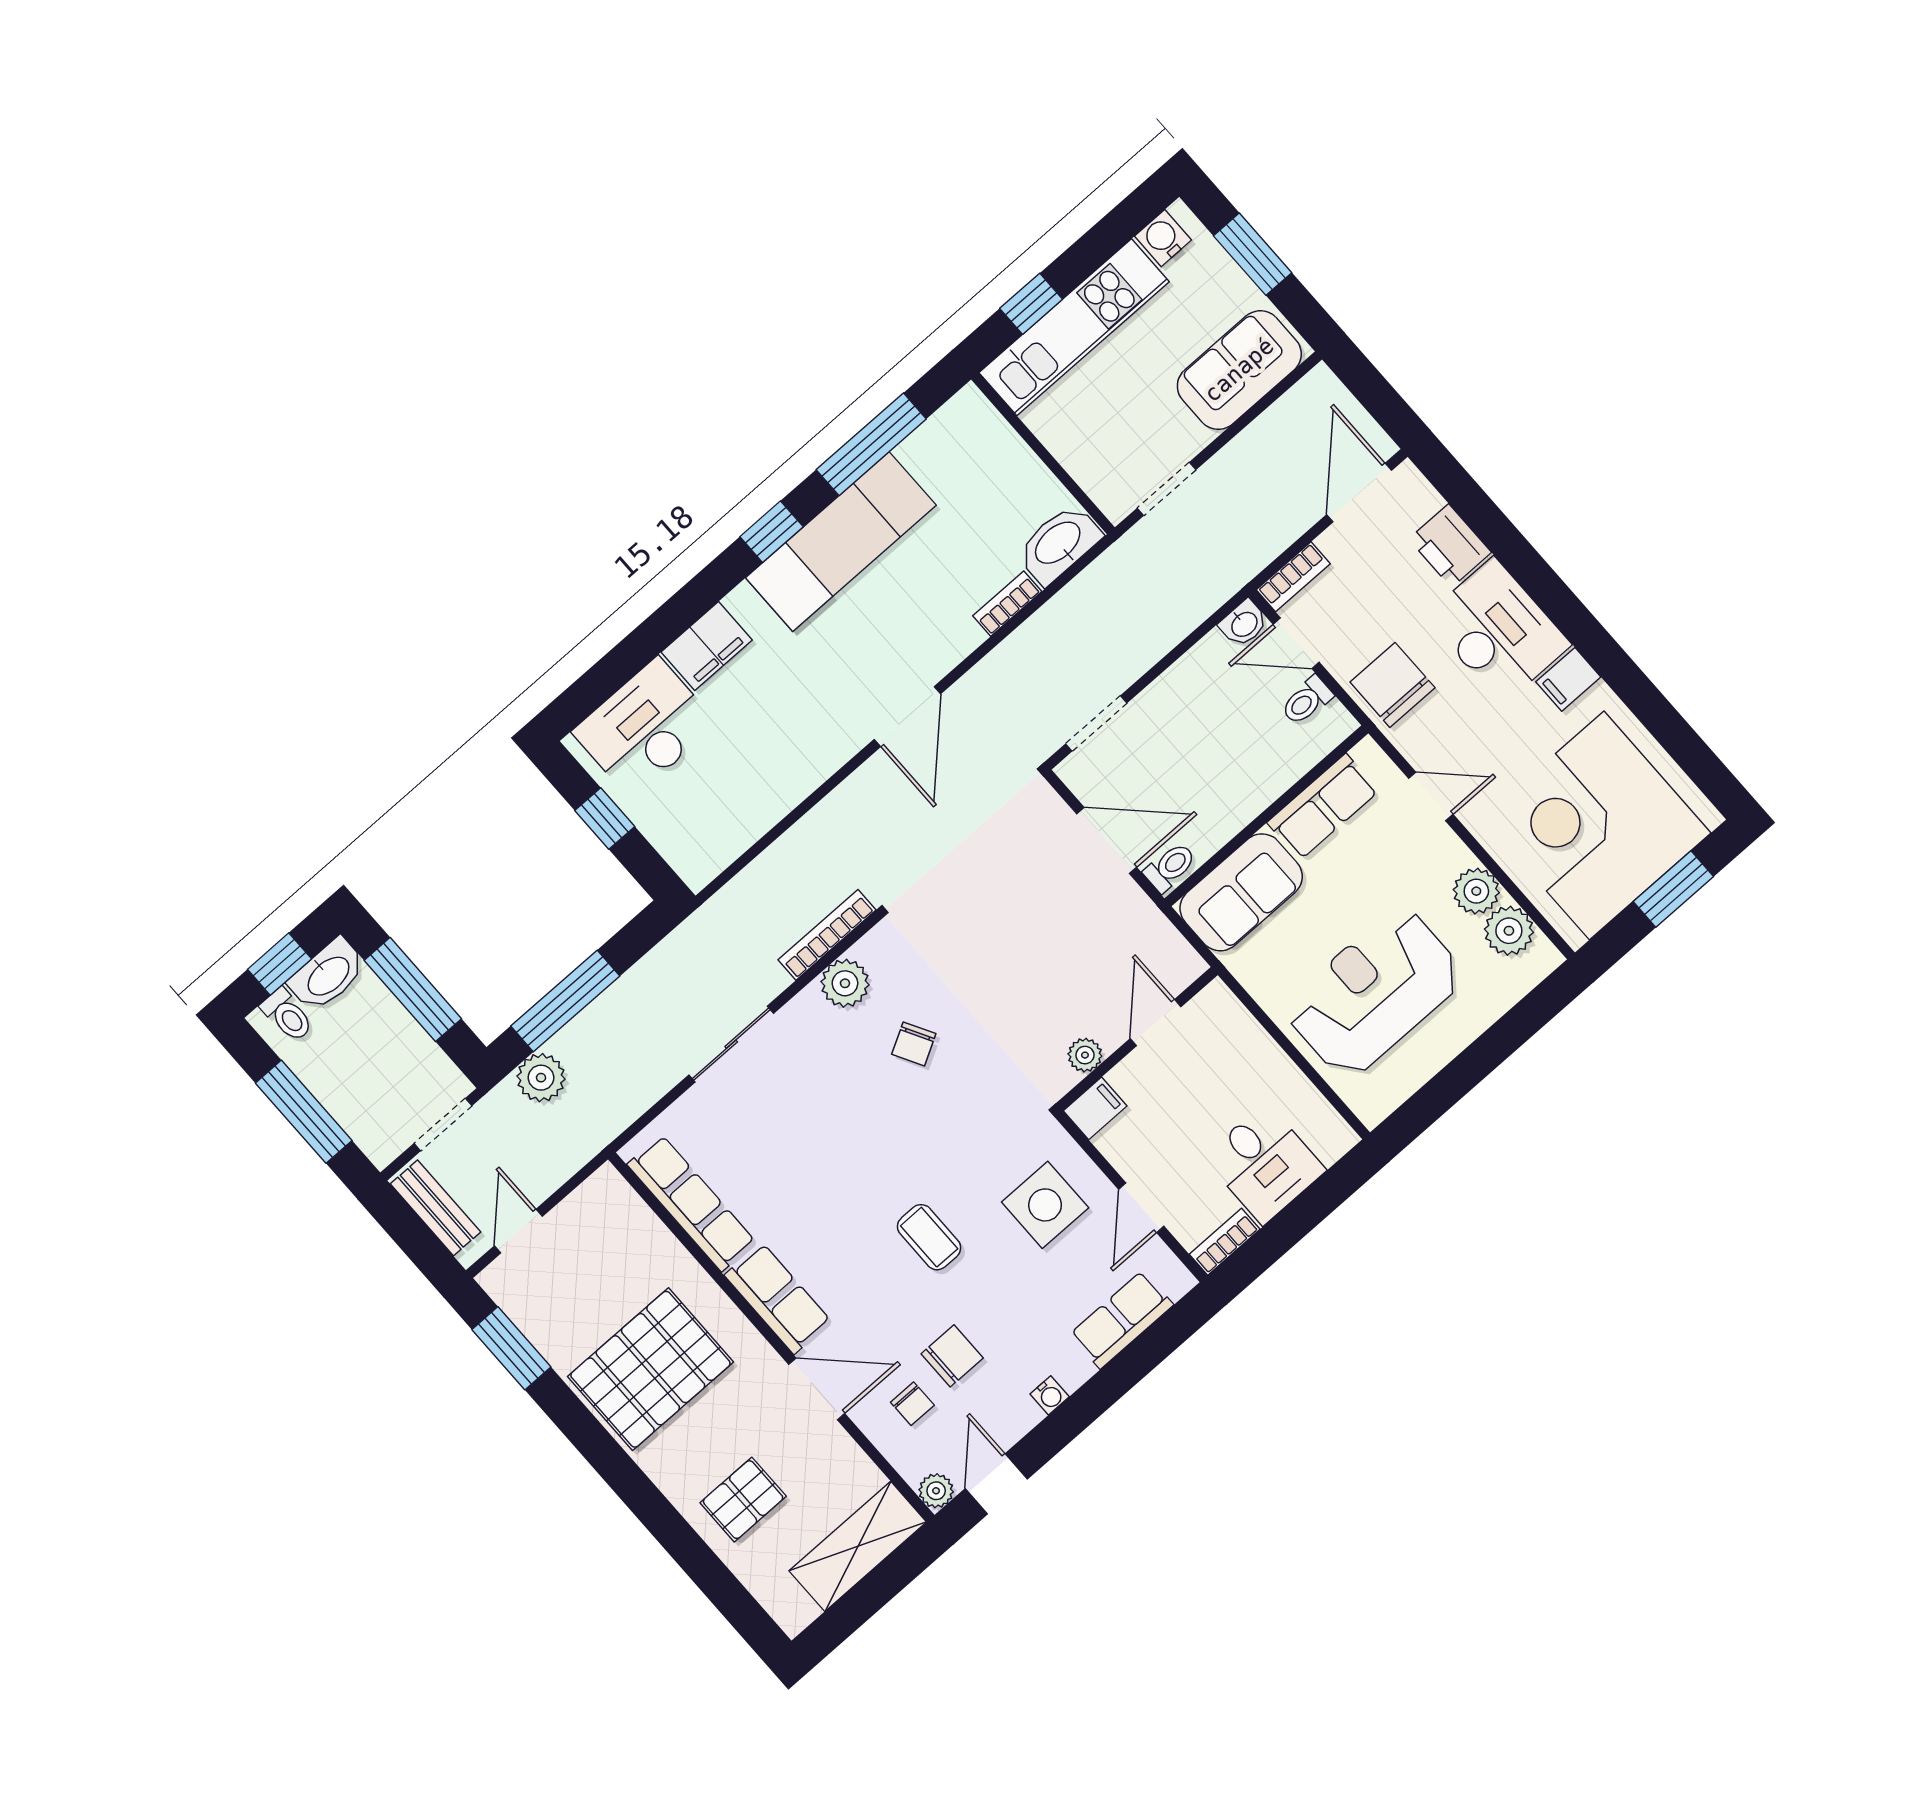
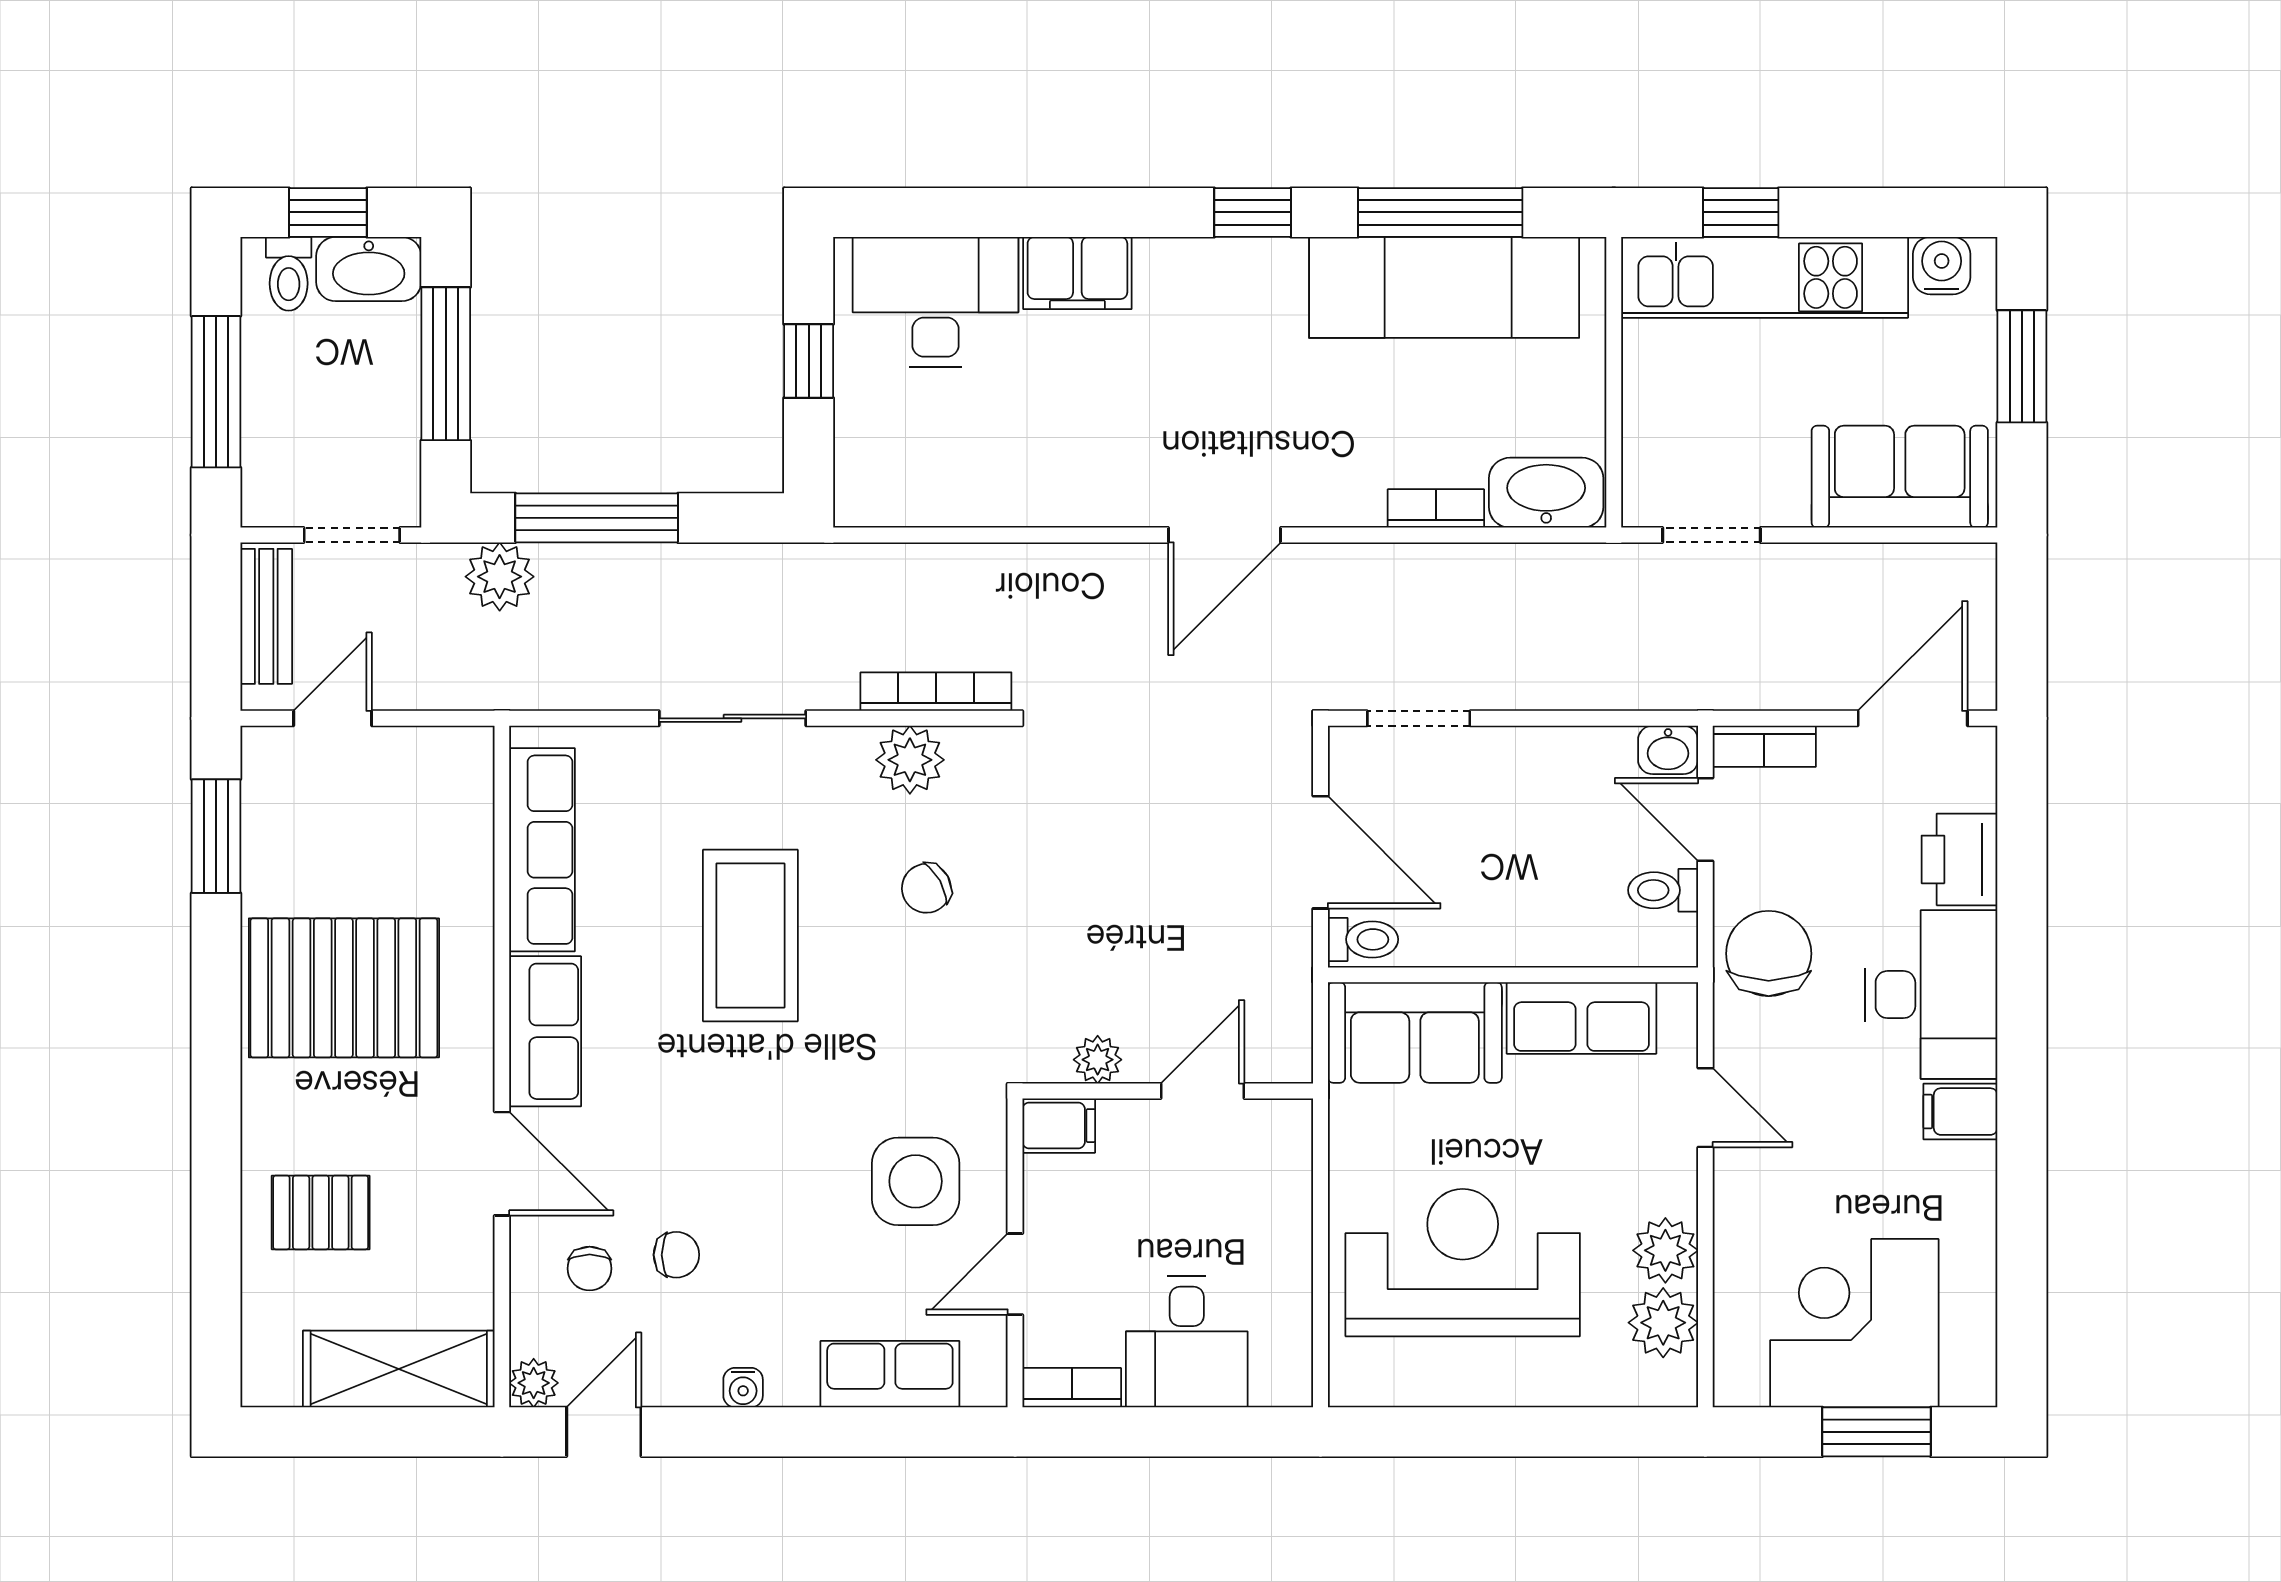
exam couch: (841, 542) -> (1444, 287), moved
corner desk: (1597, 825) -> (1854, 1323), width x0.74, depth x0.74
coffee table: (929, 1237) -> (750, 936), moved, width x1.86, depth x1.72
chair: (952, 1356) -> (676, 1255), width x0.73, depth x0.73

